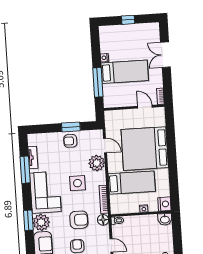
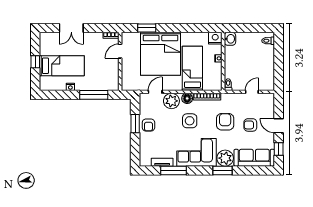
bed: (125, 72) -> (62, 66), moved, turned 90
window: (170, 133) -> (147, 28), added
floor lamp: (103, 220) -> (187, 98), moved

